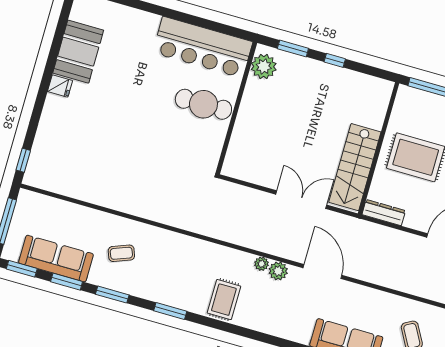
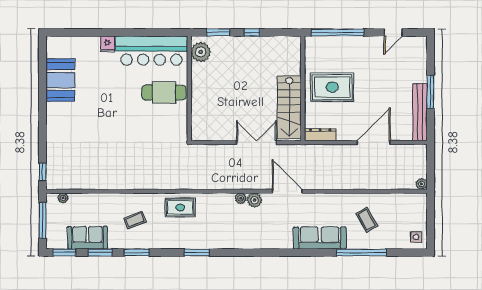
fridge: (60, 86) -> (107, 44), moved, turned 90
plant: (40, 200) -> (63, 198), added
sofa: (56, 259) -> (87, 238), width x0.73
rug: (224, 300) -> (180, 207), moved, turned 90
window: (170, 311) -> (197, 253), moved

